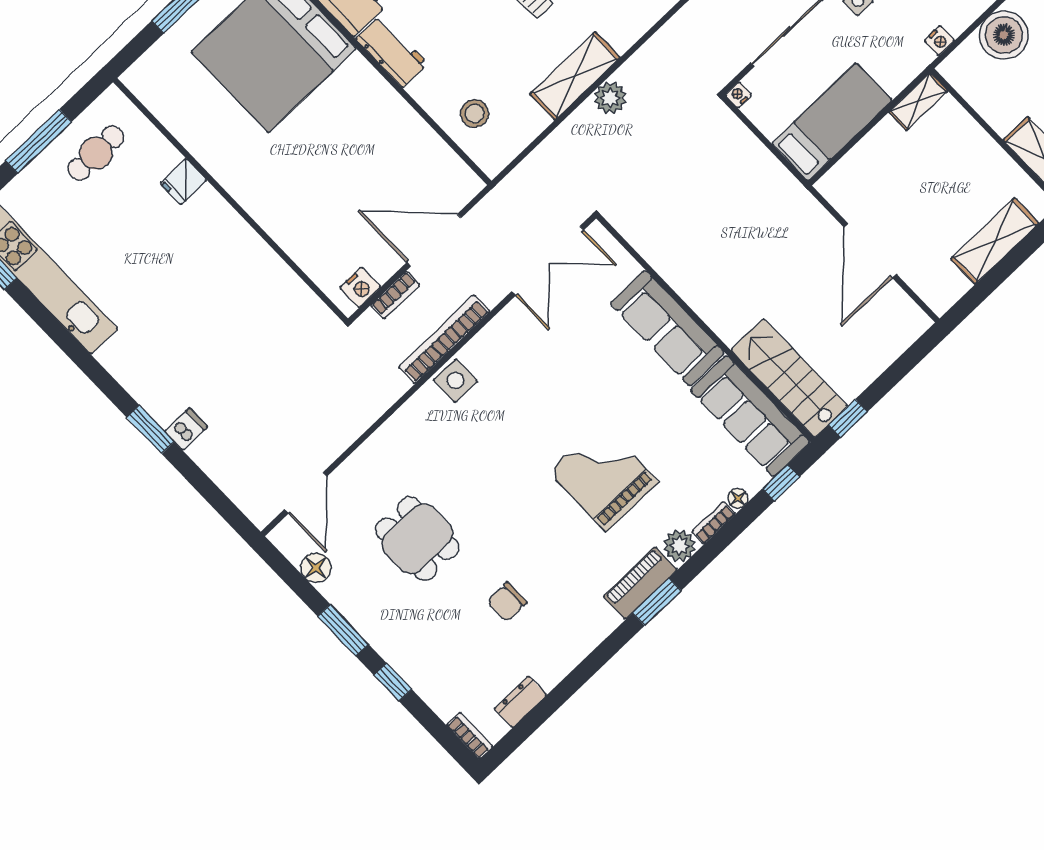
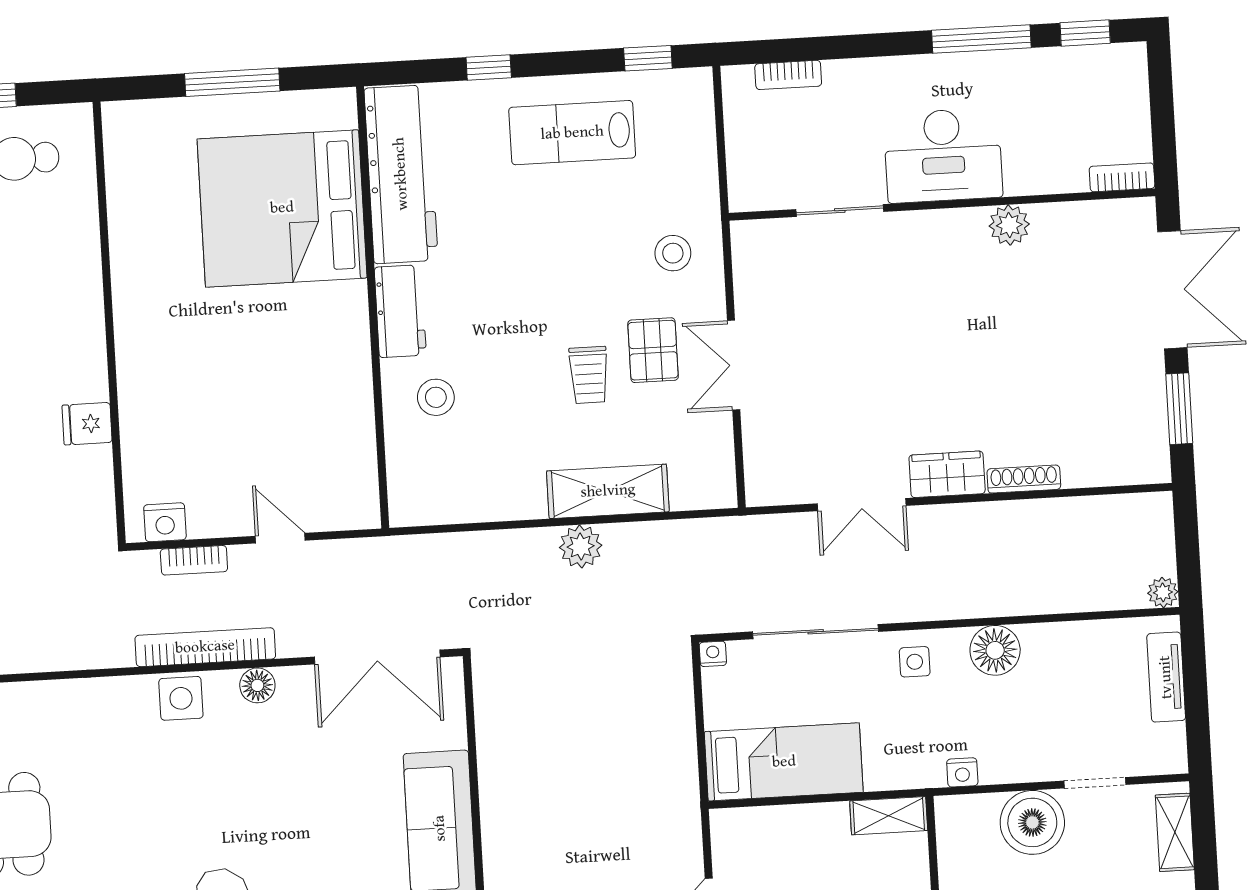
shelving: (575, 76) -> (608, 491), moved
stool: (475, 113) -> (436, 397), moved
fridge: (183, 182) -> (87, 424), moved
door: (434, 240) -> (280, 538), width x0.53
floor lamp: (493, 336) -> (257, 685), added

